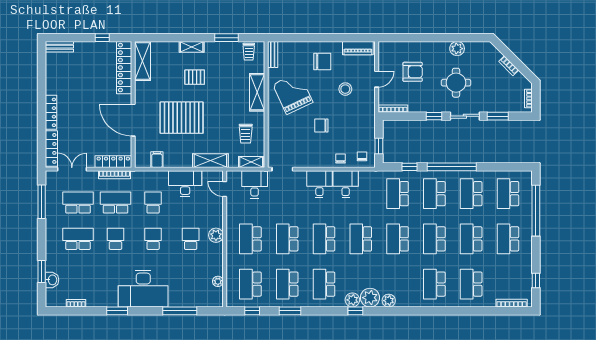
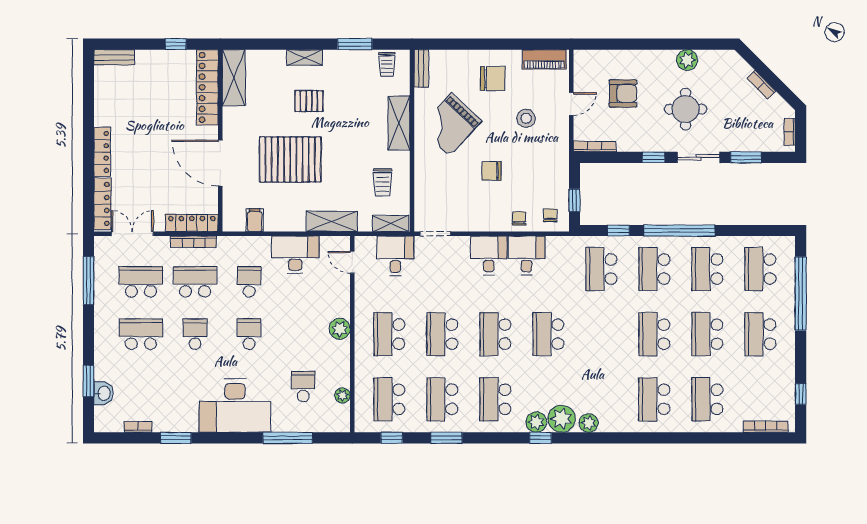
grand piano: (293, 93) -> (450, 124), turned -112
school desk: (191, 239) -> (303, 386), moved
school desk: (398, 239) -> (601, 334), removed
window: (117, 311) -> (176, 438), moved

